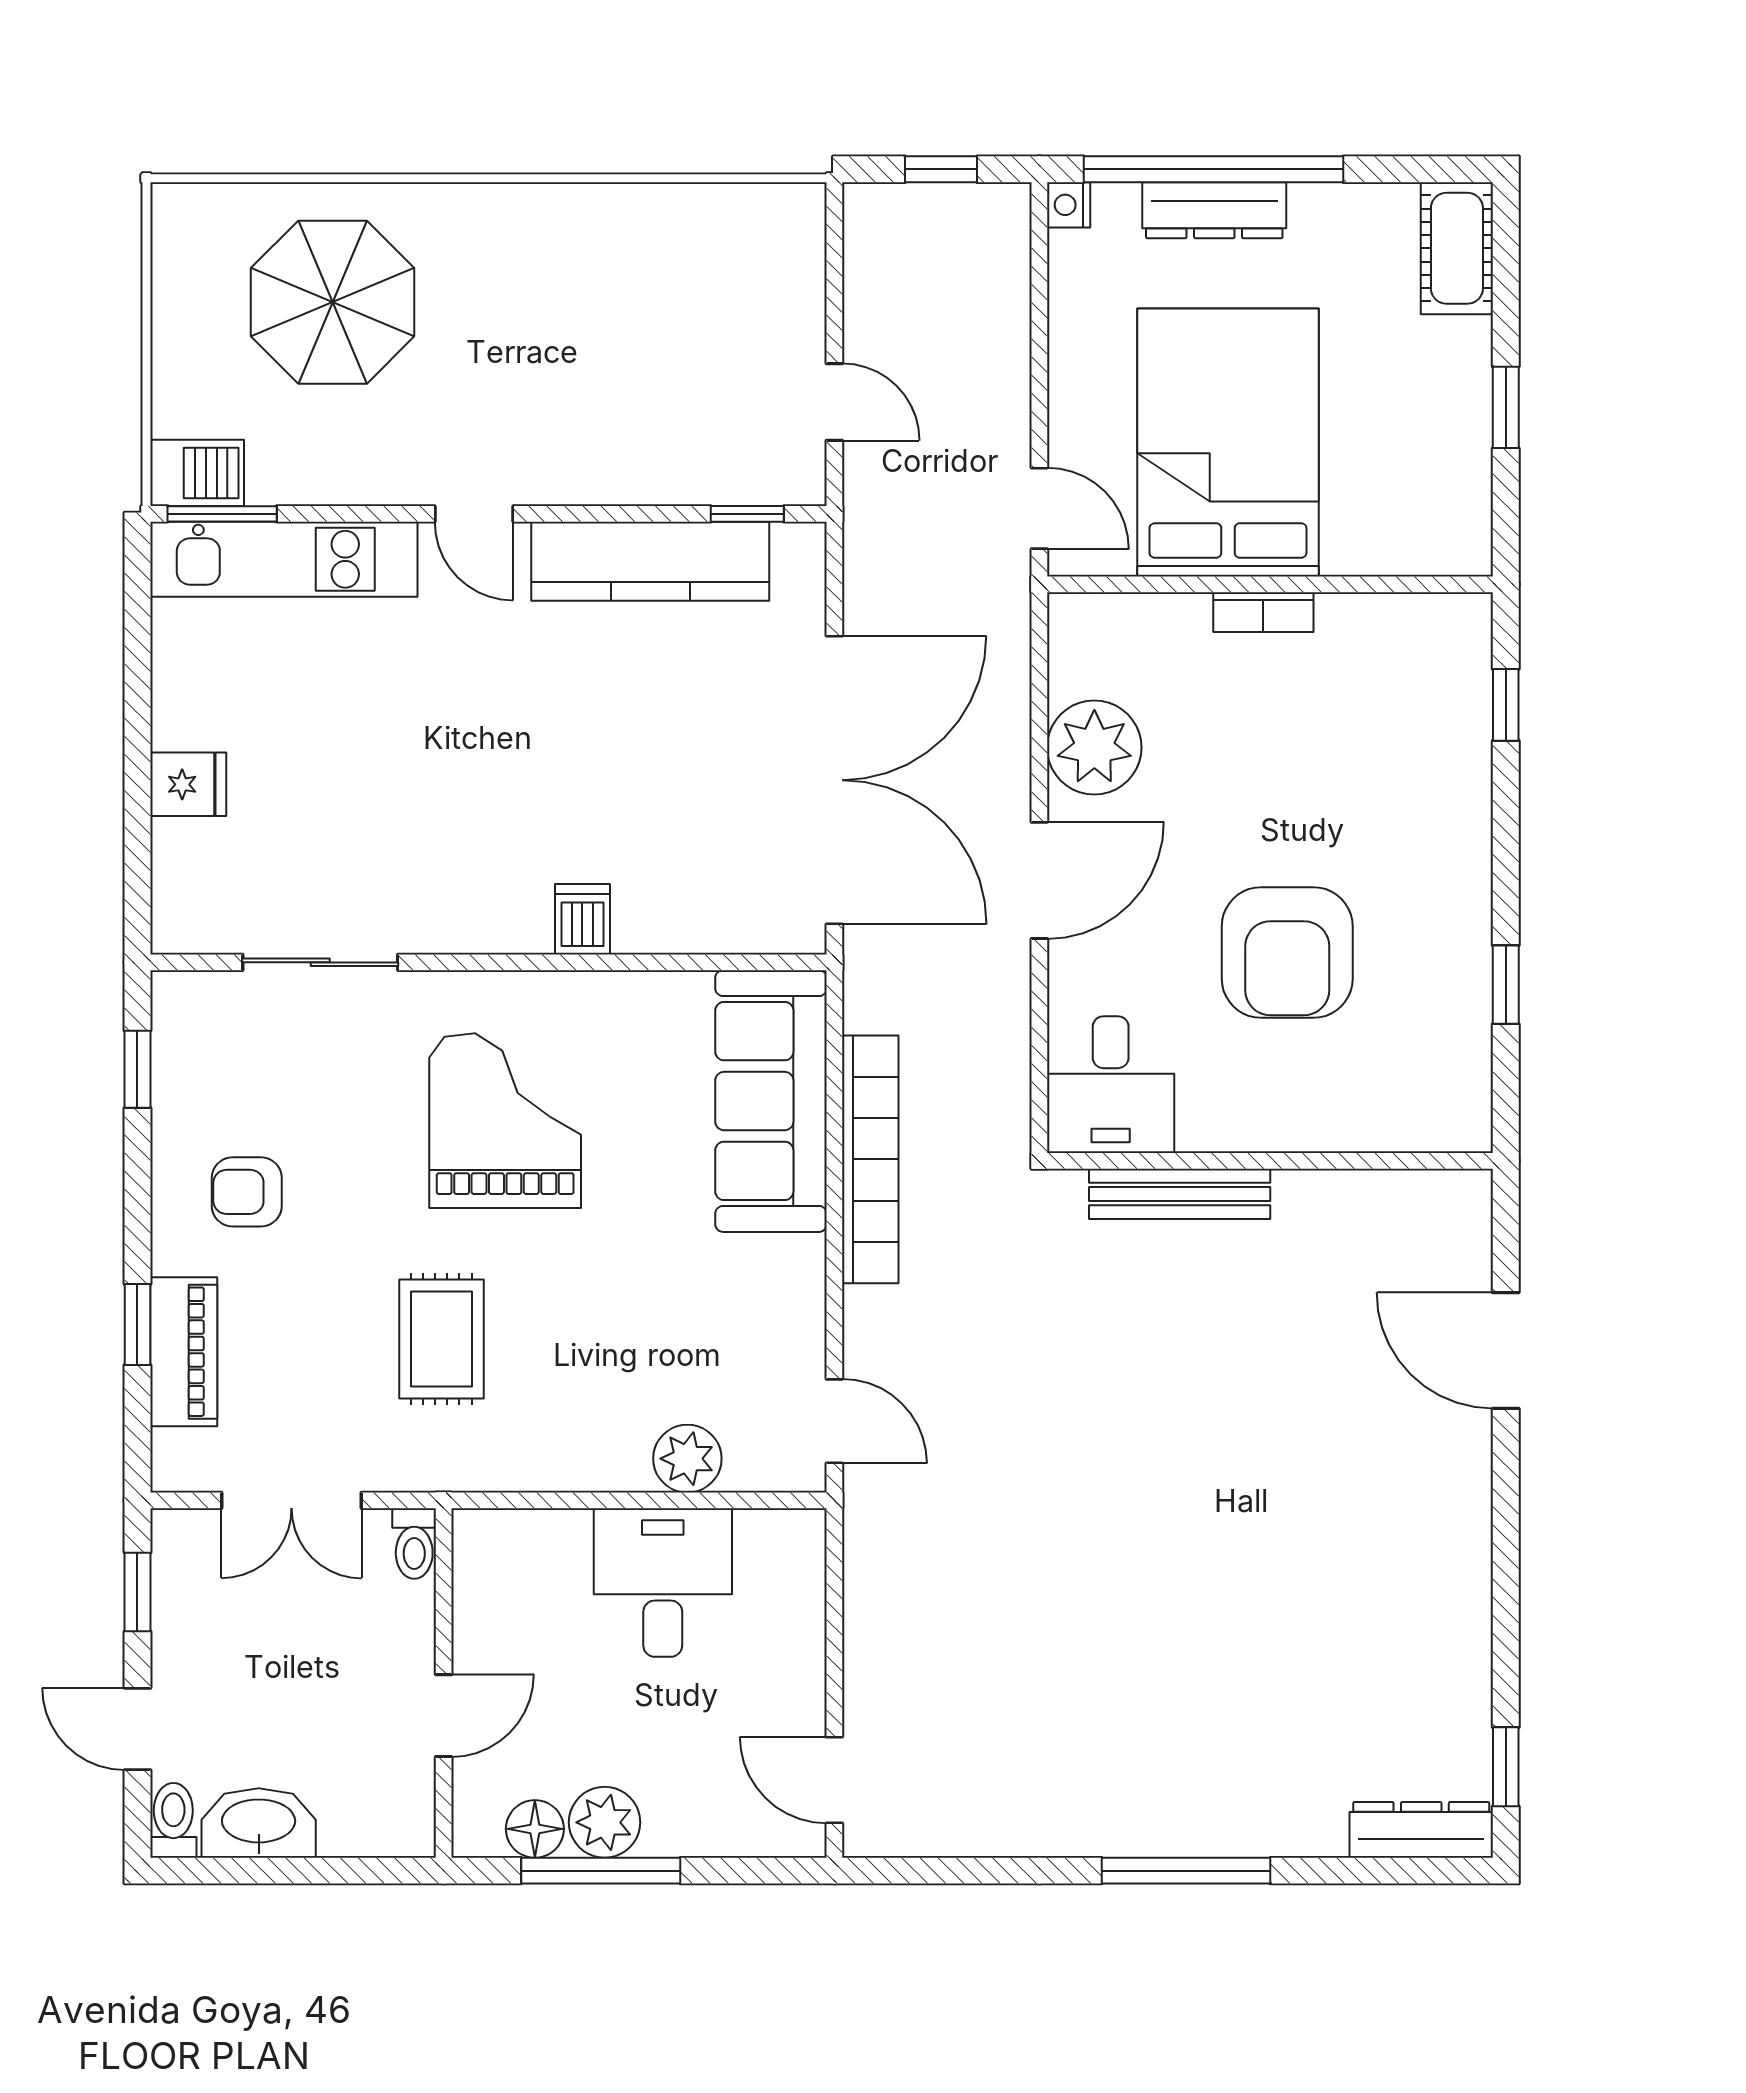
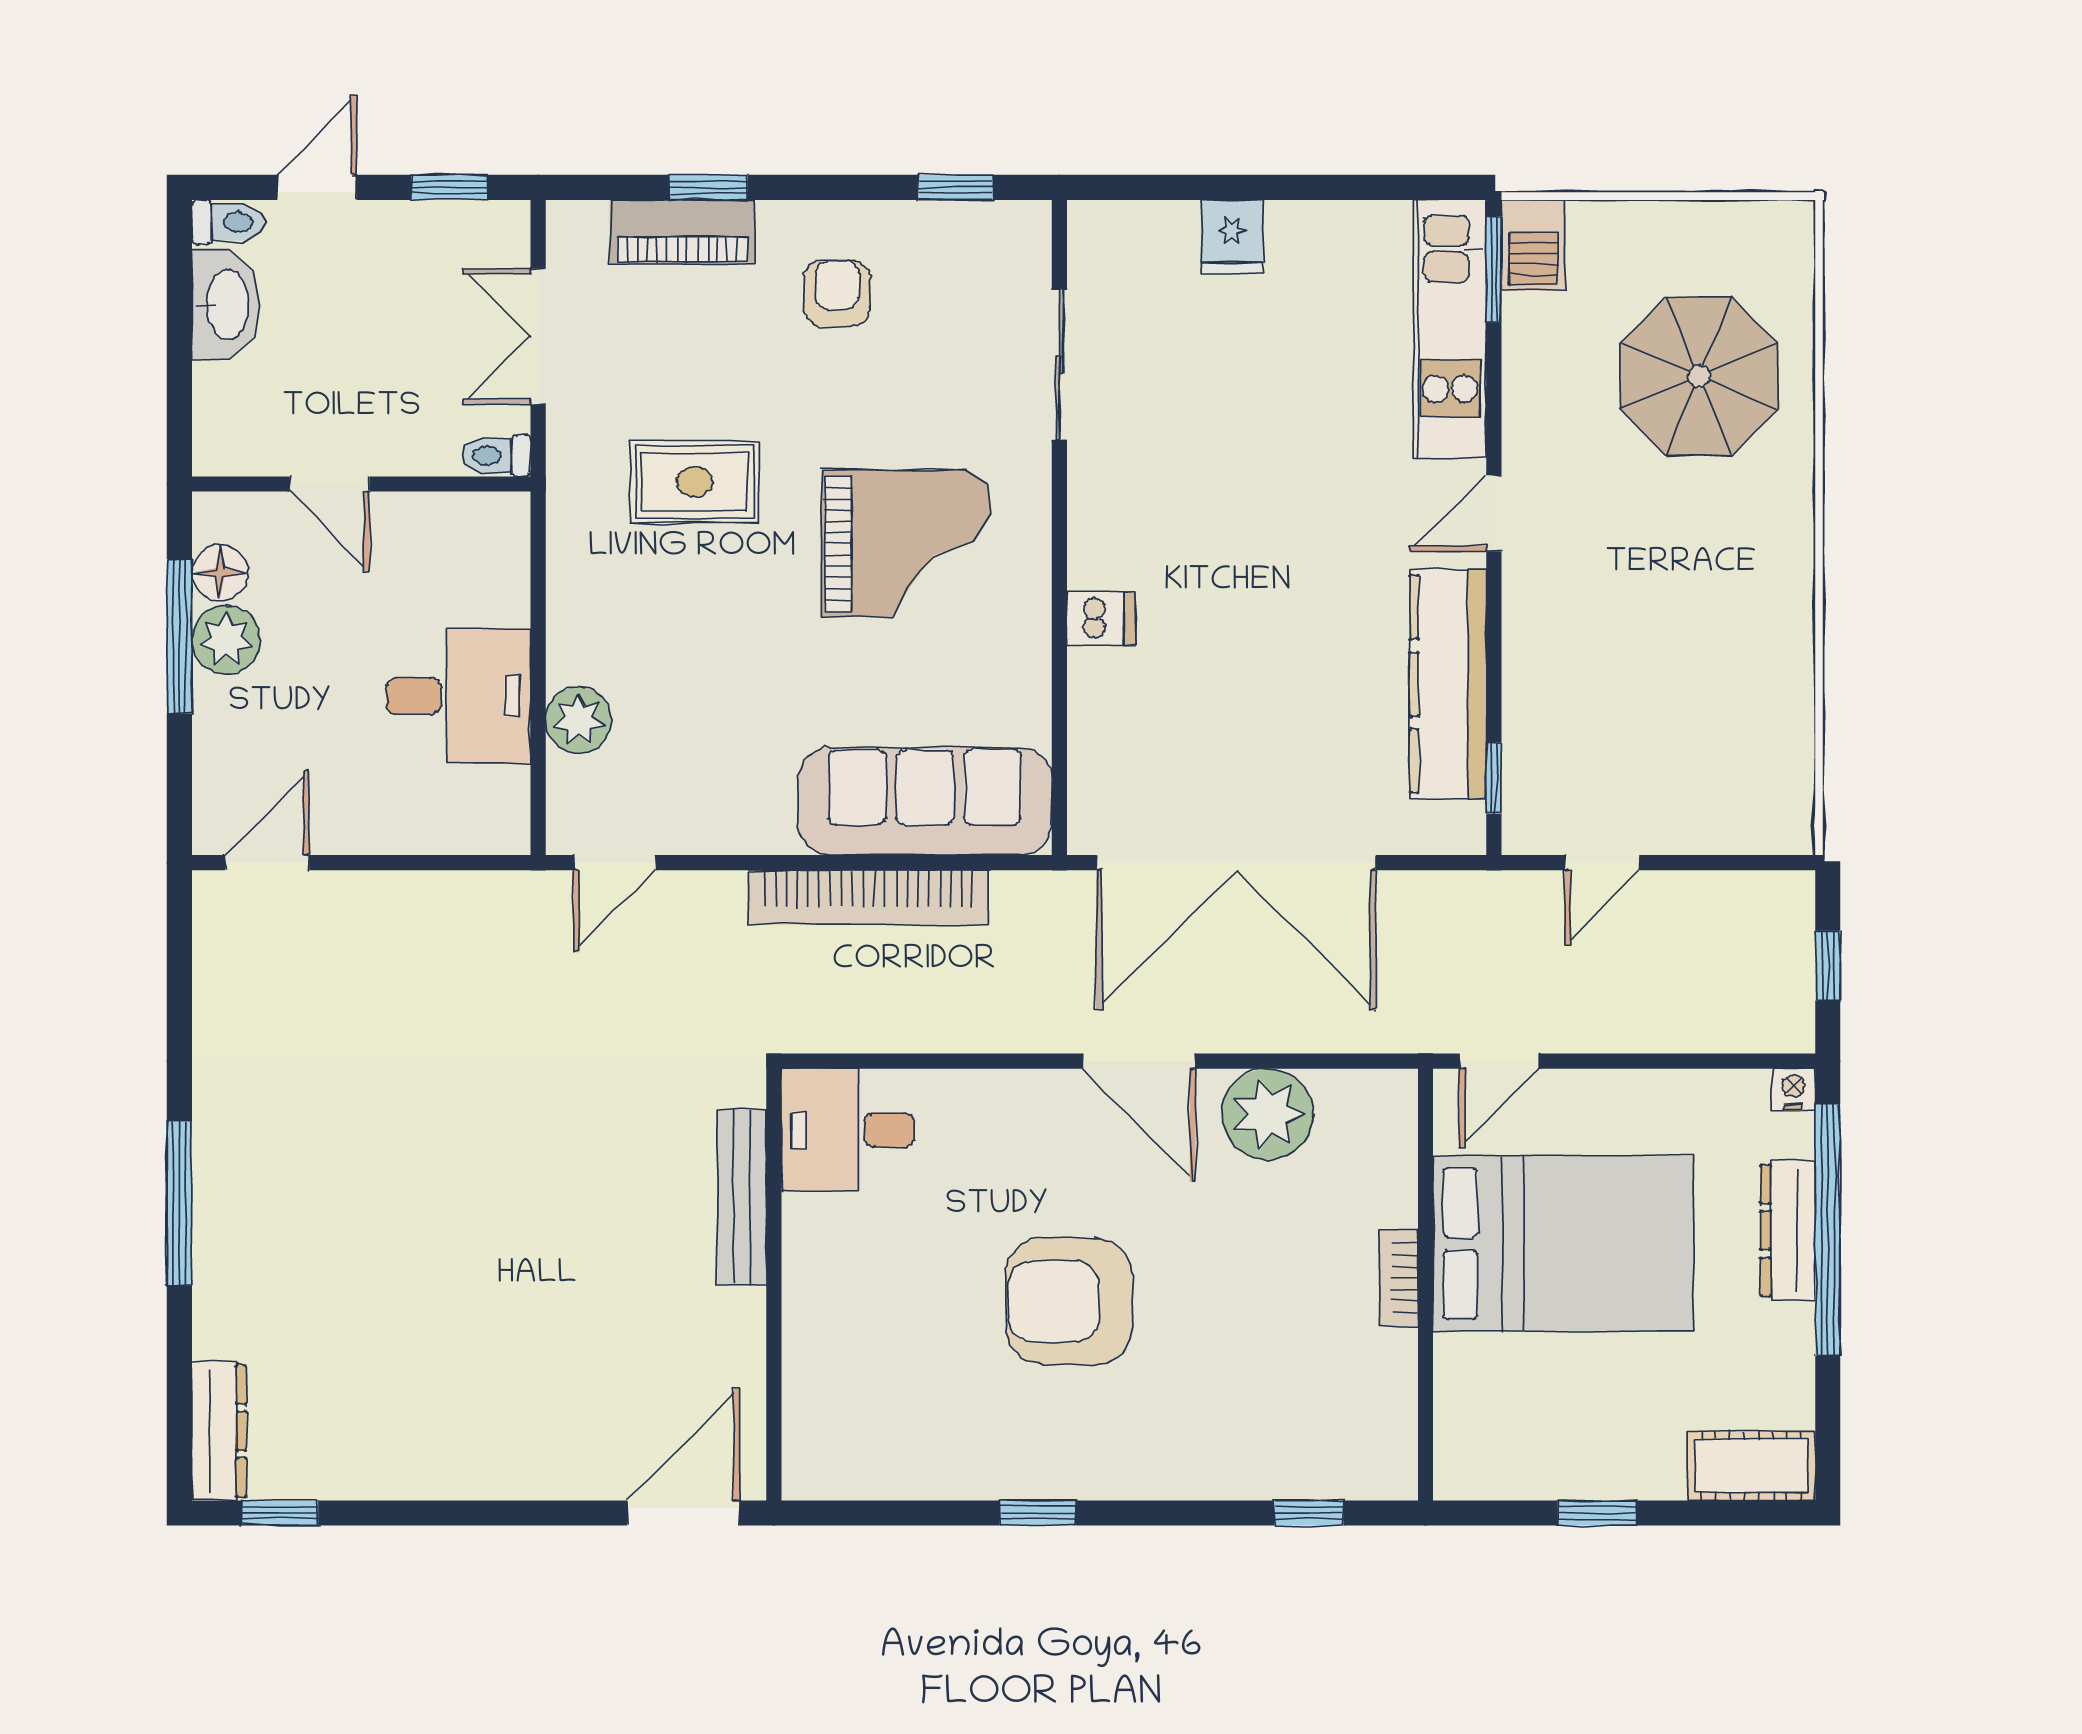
desk: (1111, 1085) -> (848, 1130), moved
wall: (1270, 1161) -> (774, 1285), moved
bench: (1180, 1194) -> (742, 1197), moved

